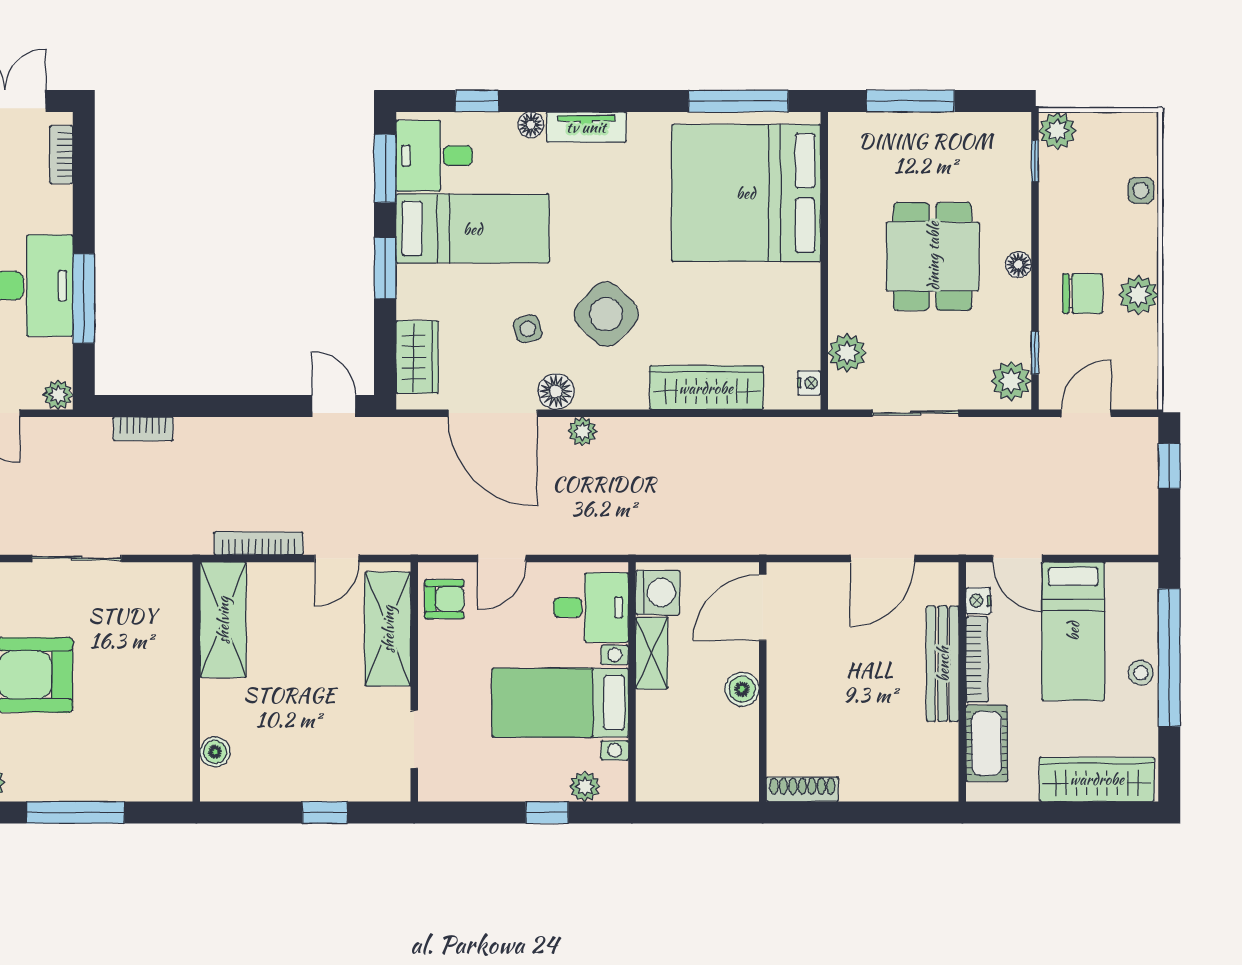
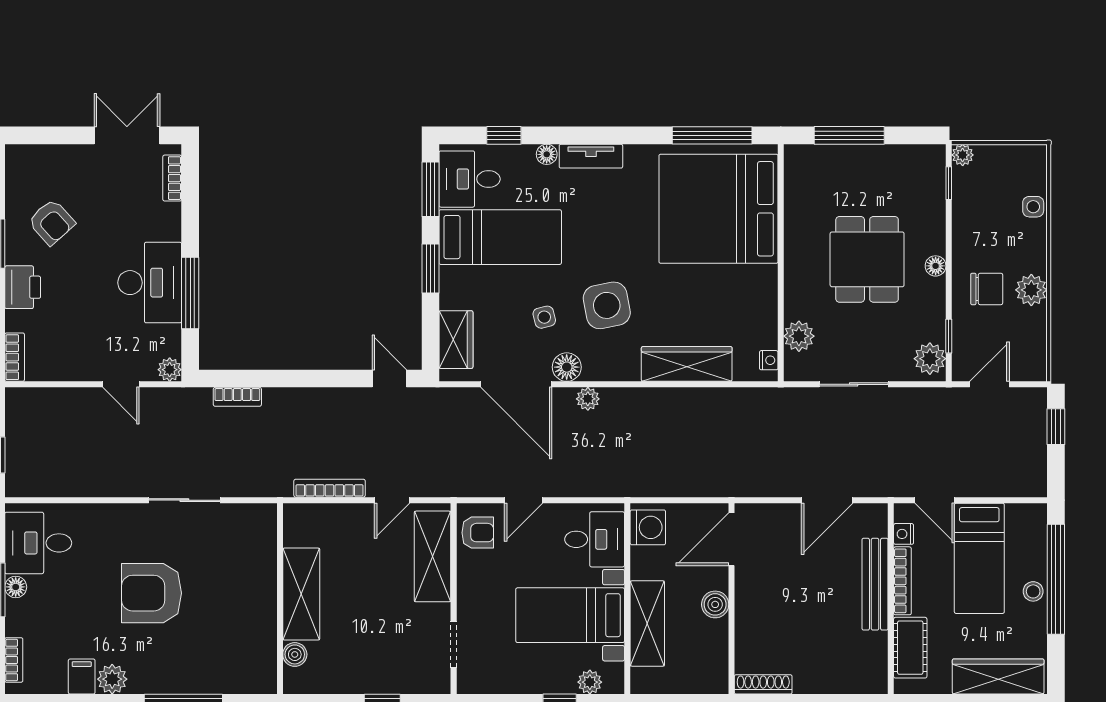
plant: (1057, 131) -> (963, 155), width x0.73, depth x0.73
side table: (606, 314) -> (607, 305), turned 36
shelving: (223, 620) -> (301, 594), moved
shelving: (652, 653) -> (647, 623), moved, width x1.50, depth x1.33

